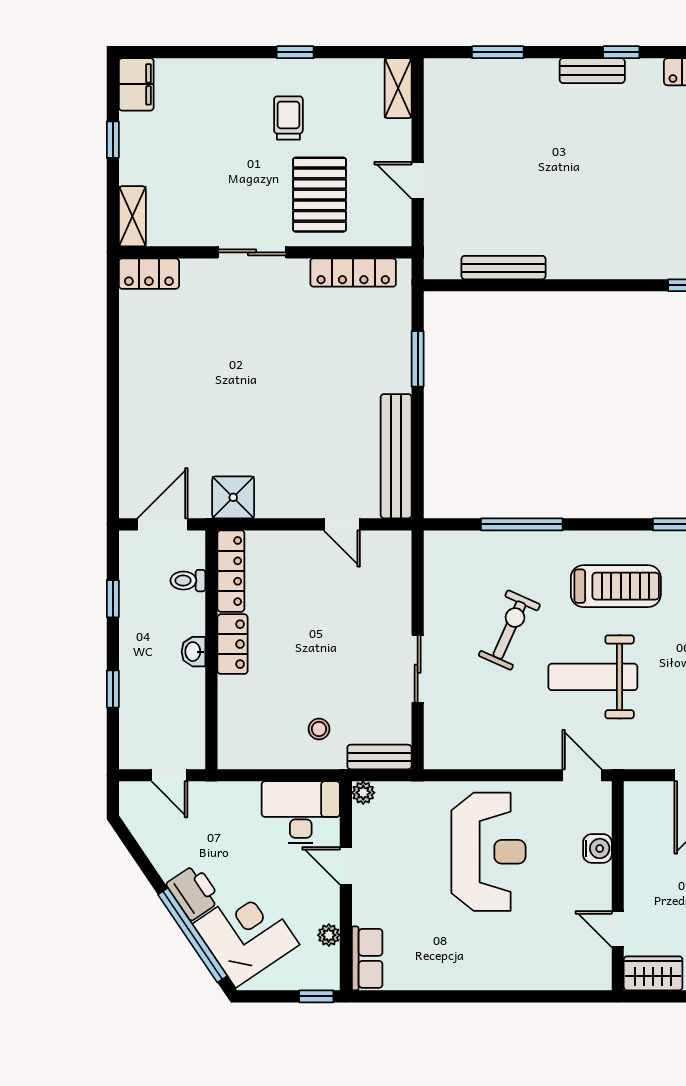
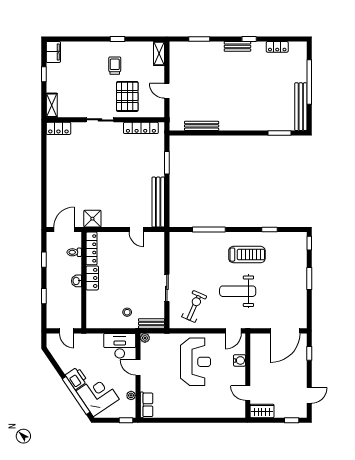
exercise bike: (509, 630) -> (194, 306), moved
door: (582, 775) -> (233, 331), swing flipped

